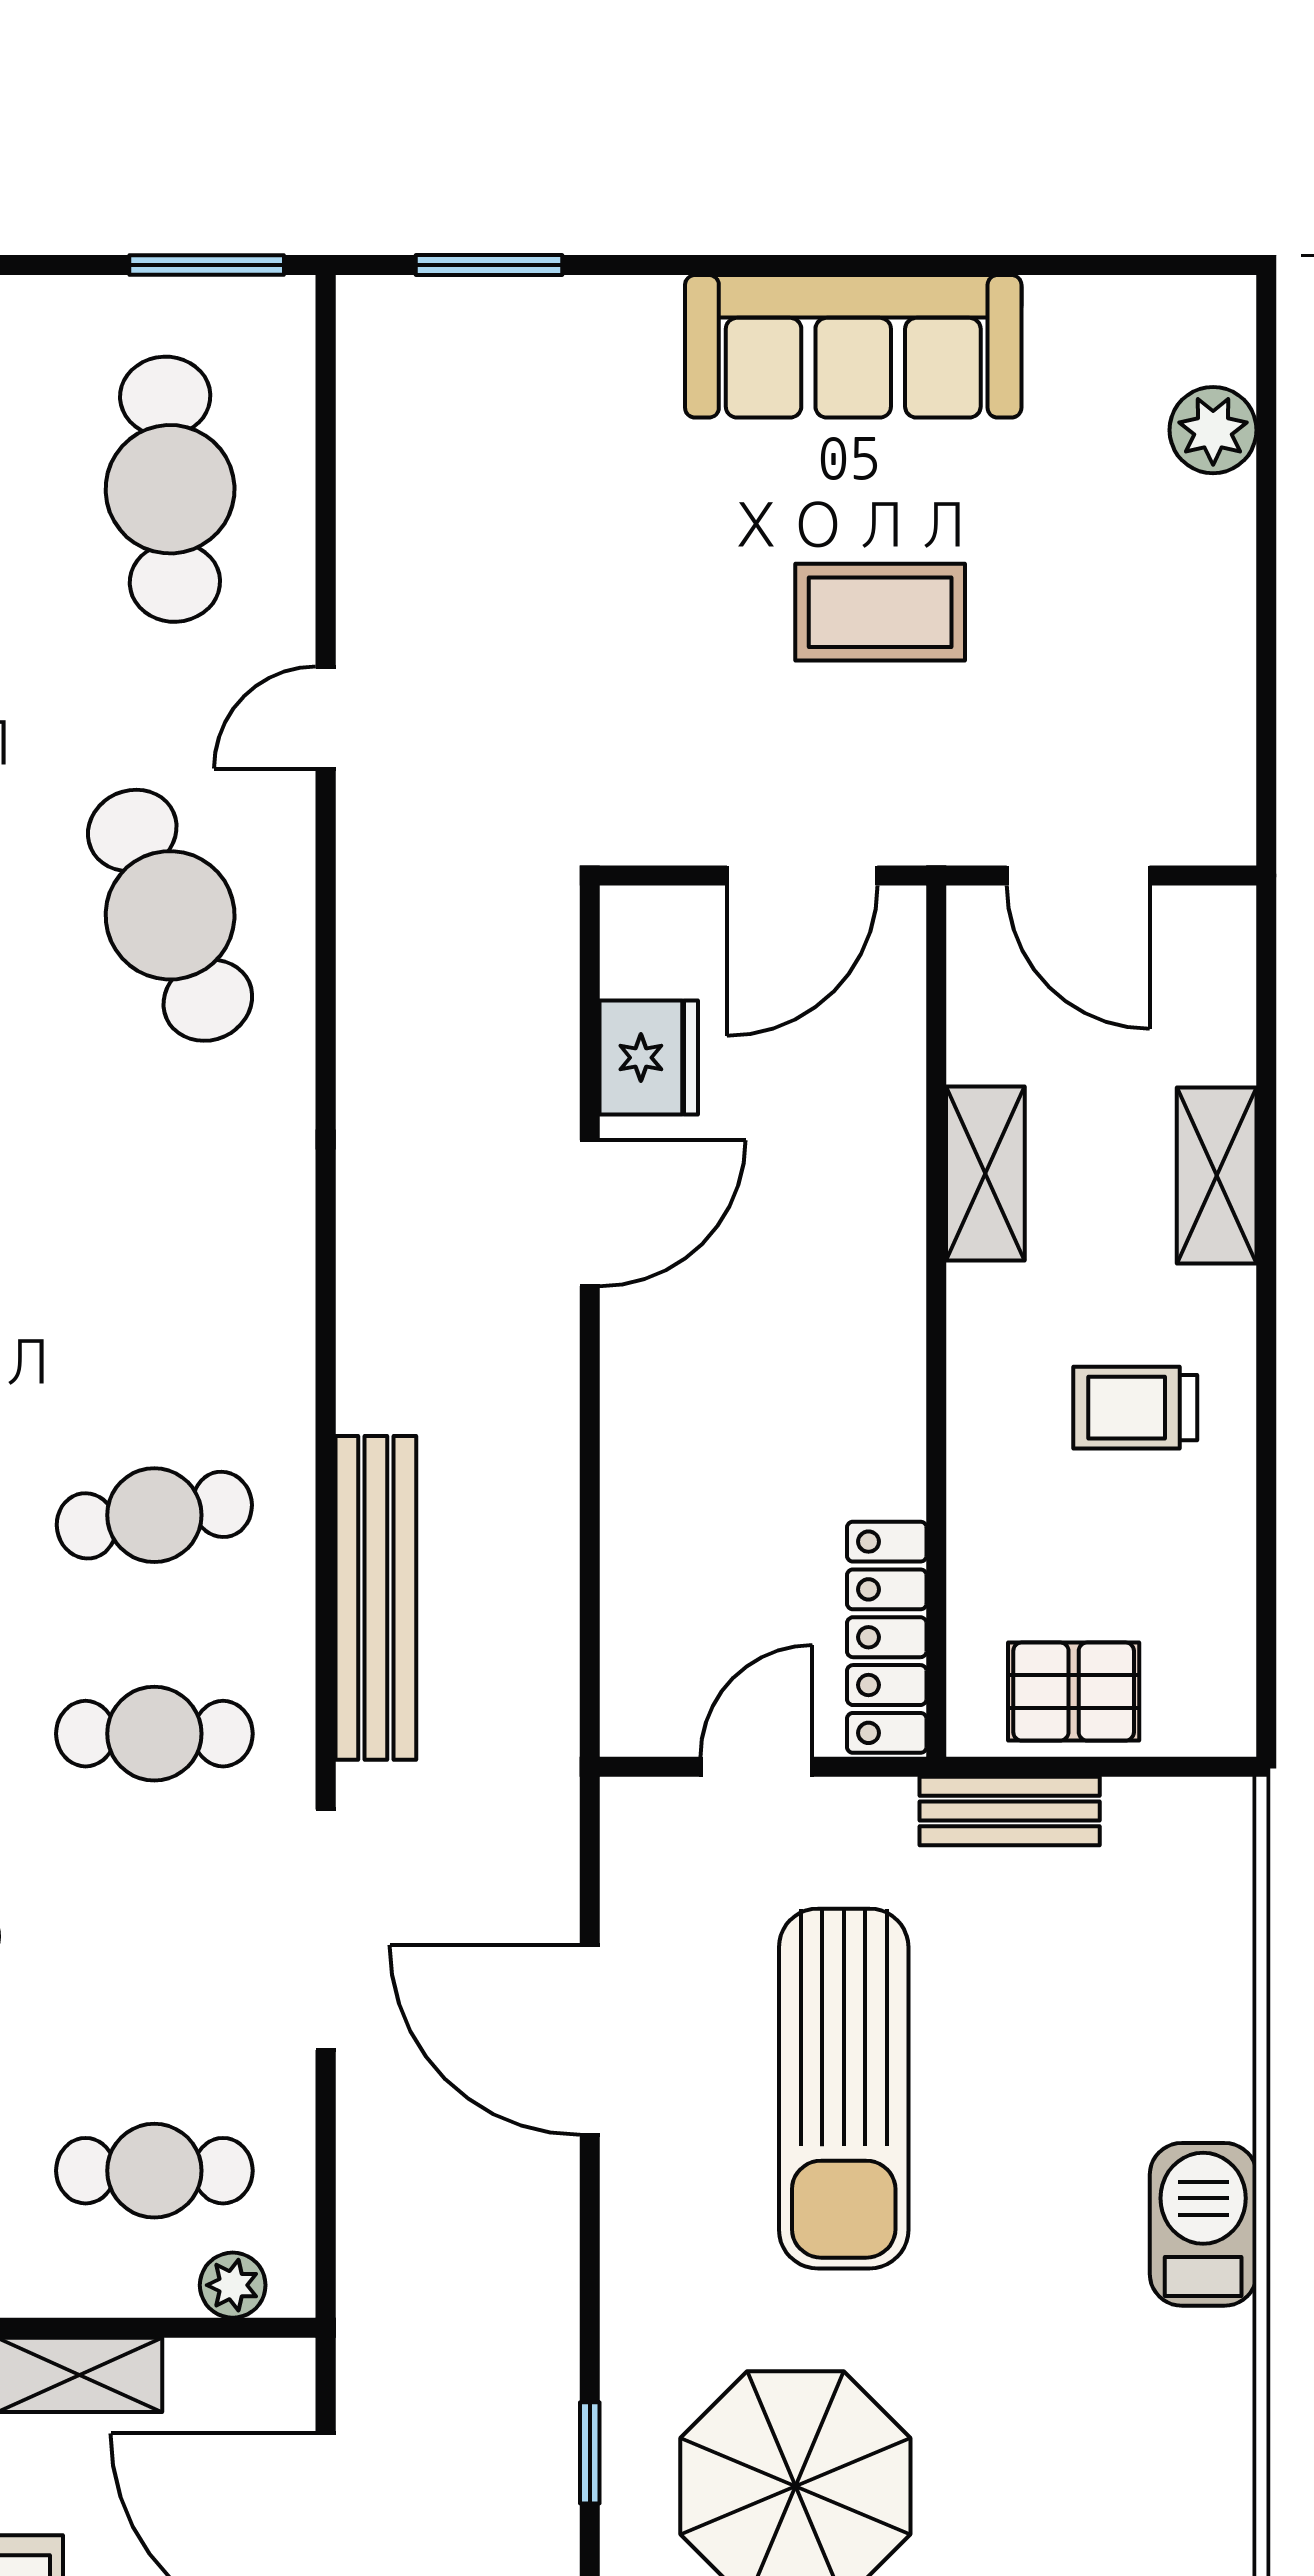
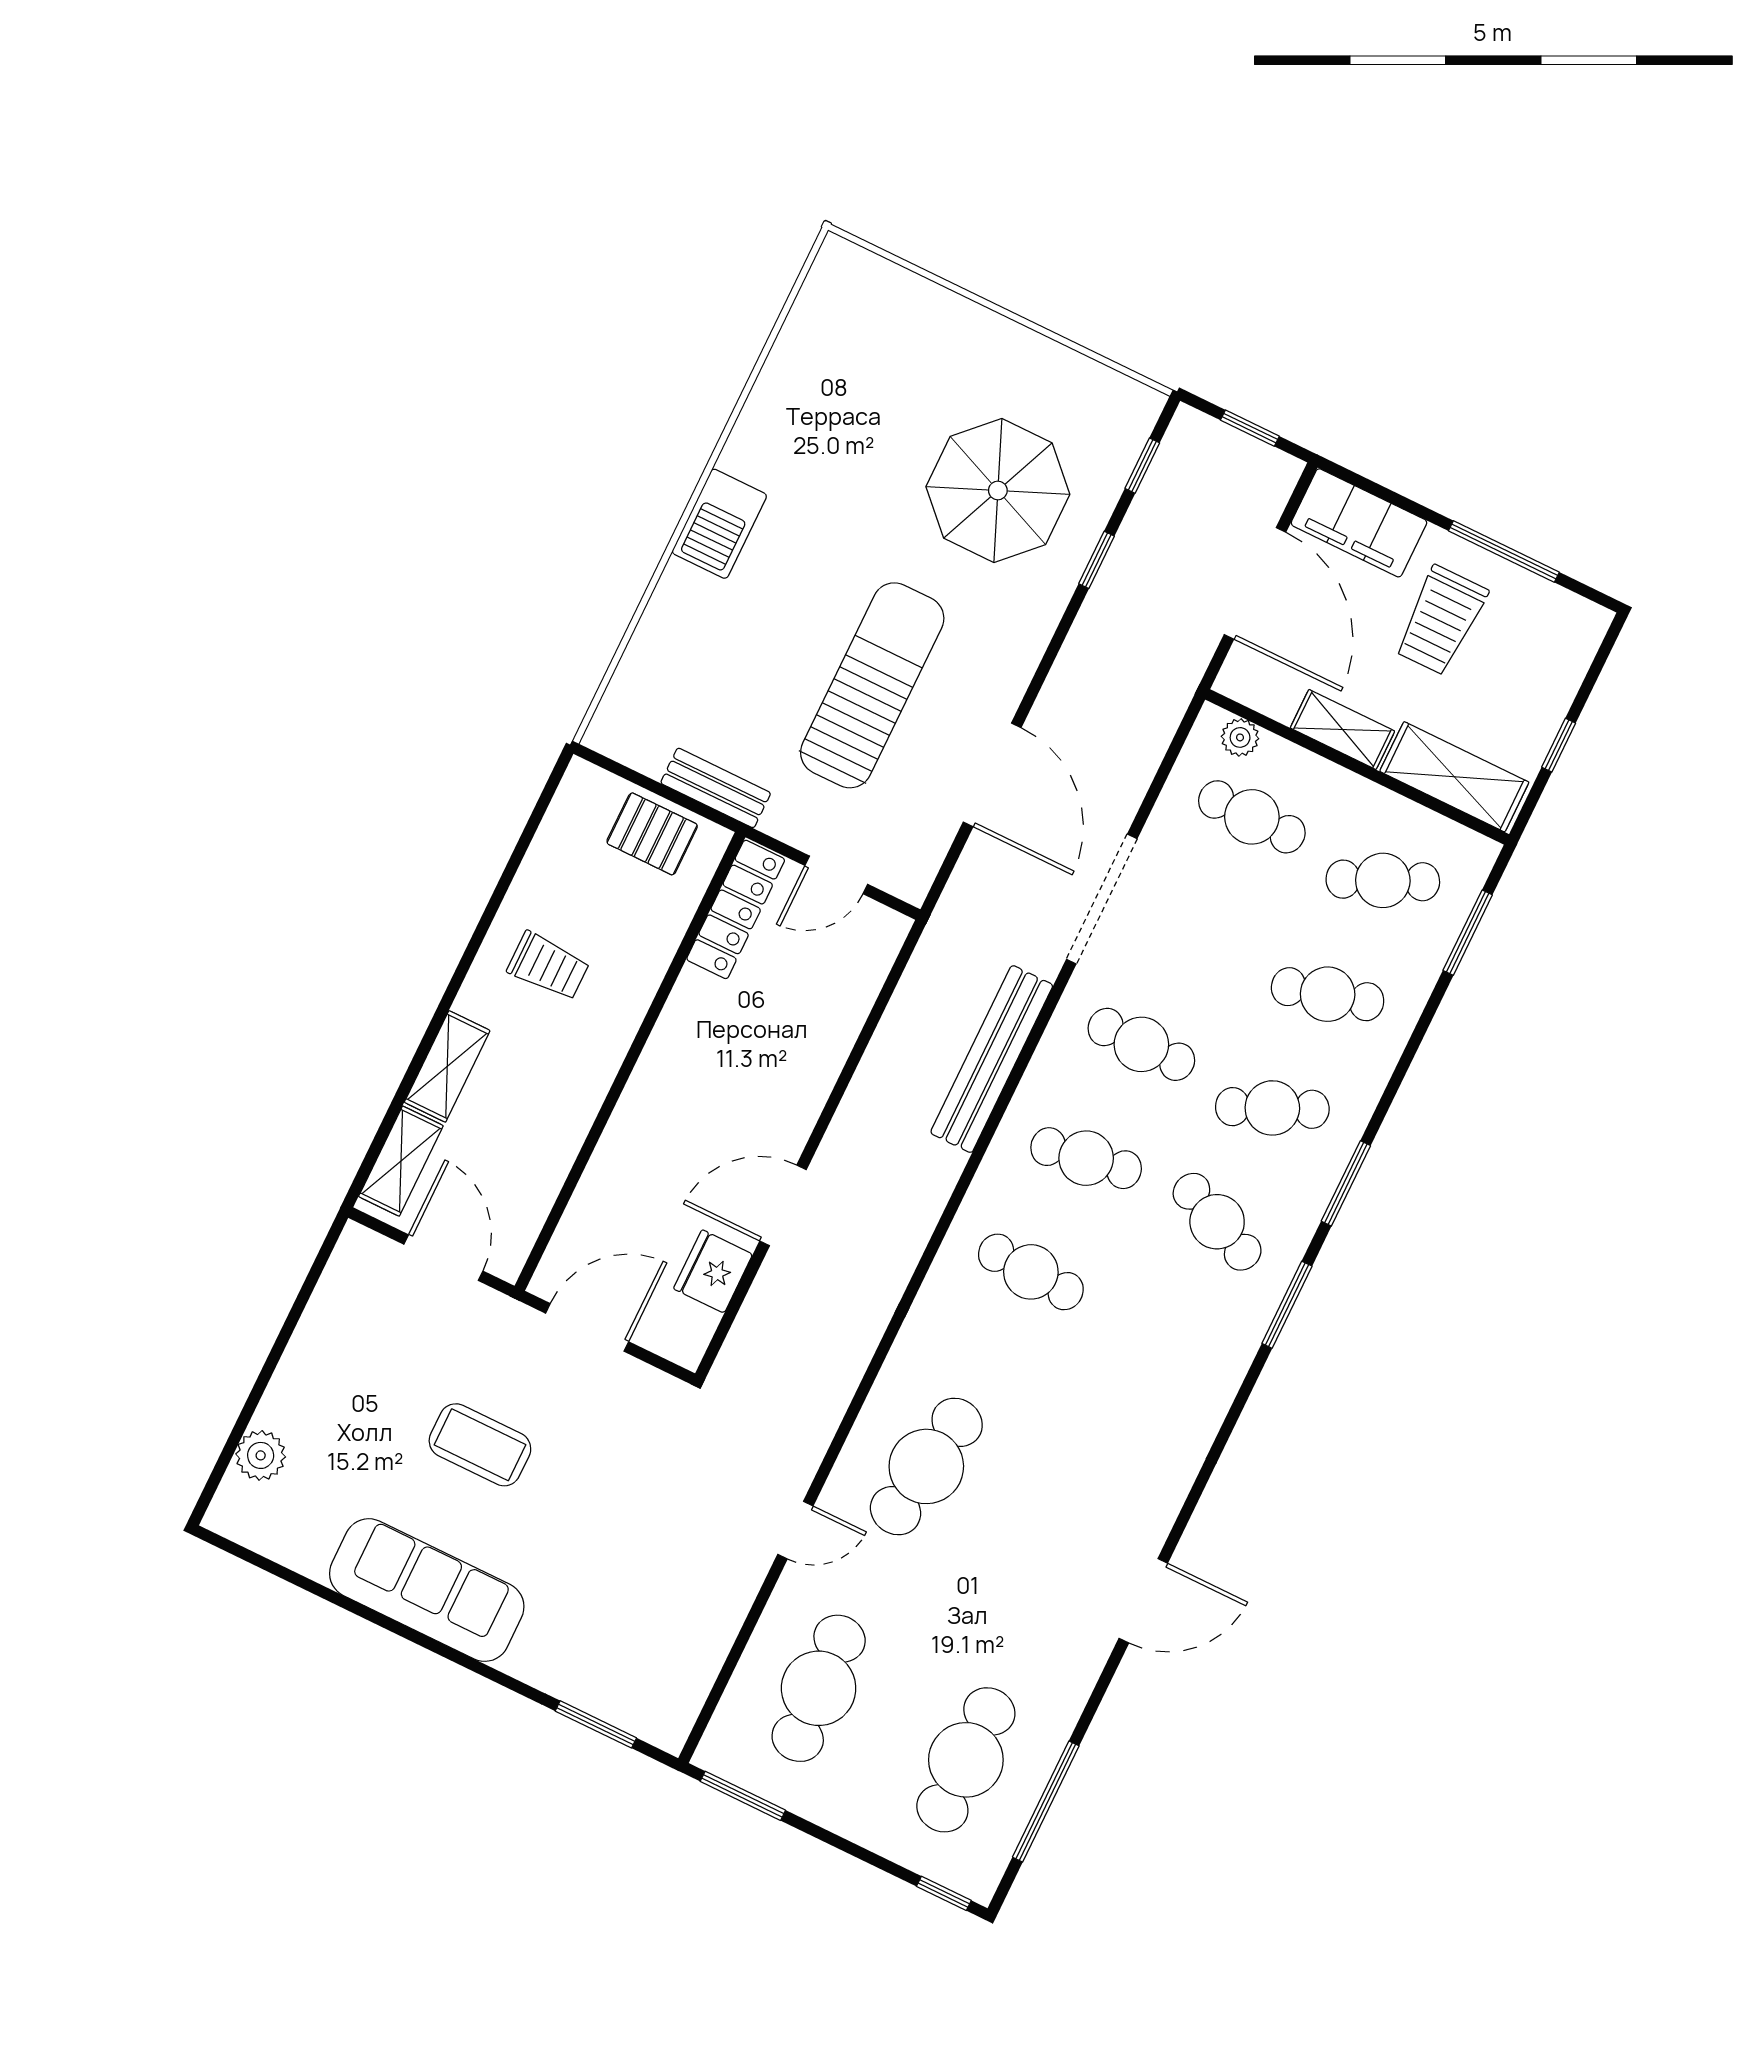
cafe table: (170, 915) -> (926, 1466), turned 33
shelving: (985, 1174) -> (401, 1161), moved
cafe table: (154, 1297) -> (1031, 1272), added

